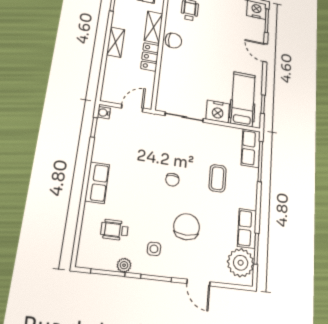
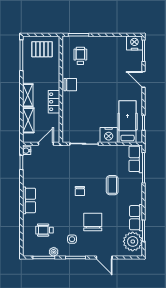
shelving: (154, 27) -> (28, 120), moved

